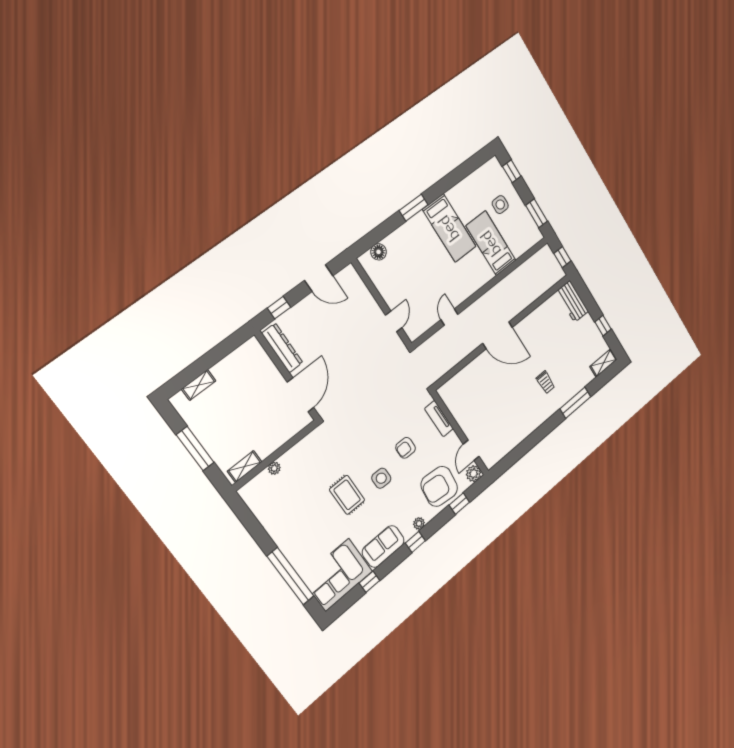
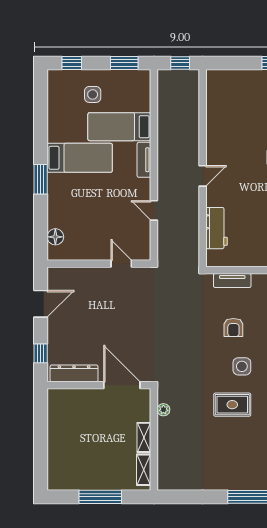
tv unit: (480, 281) -> (144, 160), added
workbench: (572, 301) -> (217, 228), moved, turned -90
door: (498, 335) -> (203, 176), width x0.53
shelving: (199, 385) -> (144, 437), moved
plant: (274, 468) -> (163, 410), moved

